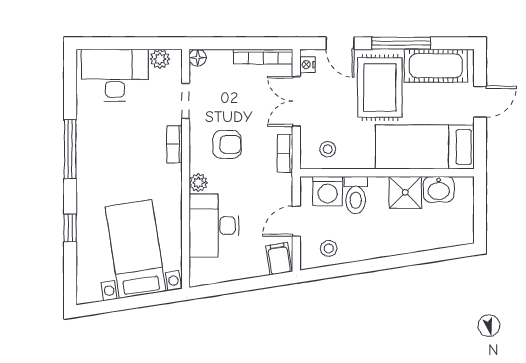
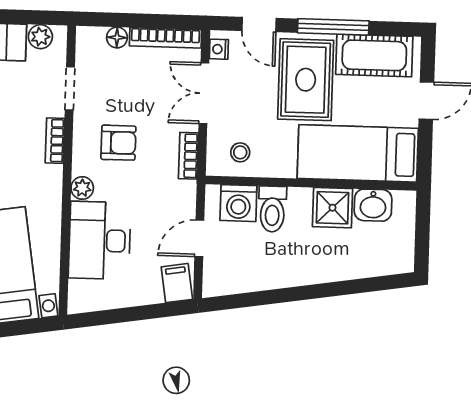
floor lamp: (198, 58) -> (117, 37), moved
stool: (329, 248) -> (238, 273), removed

